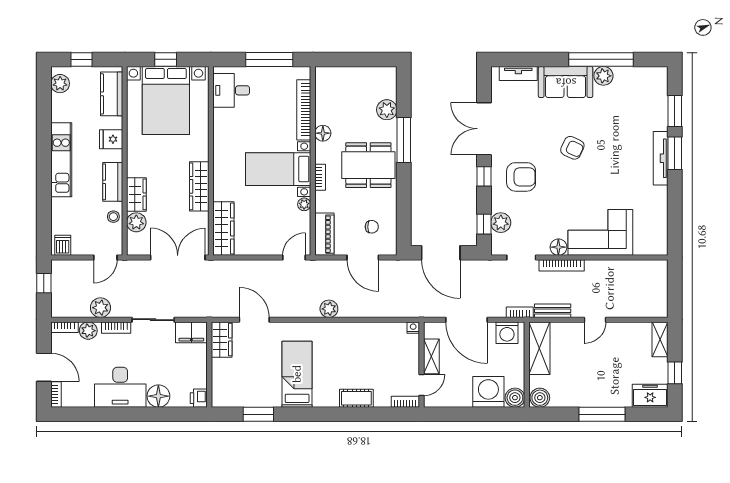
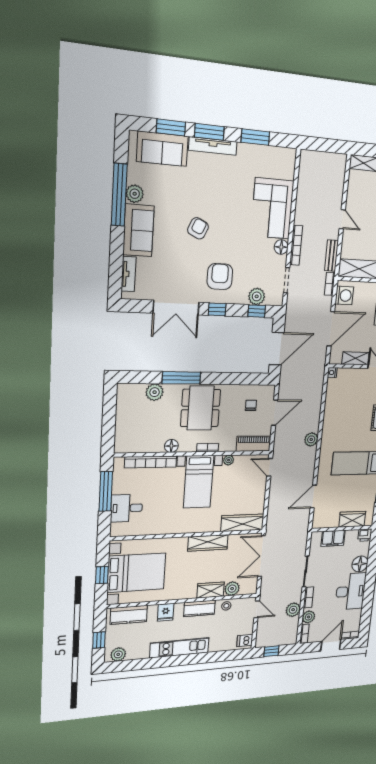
desk: (231, 90) -> (127, 508), moved, turned 90
sofa: (652, 103) -> (162, 149), added
window: (675, 206) -> (255, 137), added
filing cabinet: (191, 332) -> (333, 538), moved, turned 90
wardrobe: (222, 340) -> (352, 519), moved

